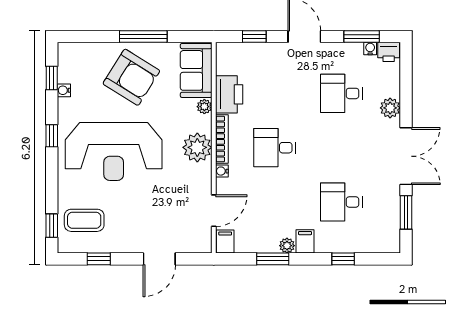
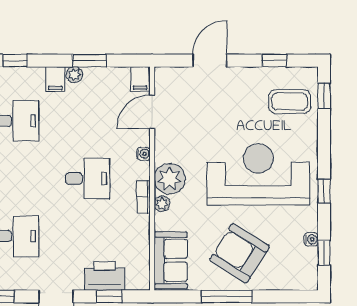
printer: (229, 94) -> (105, 276), moved, turned 90
plant: (204, 107) -> (162, 204), moved
bookcase: (222, 139) -> (144, 197), width x0.64

